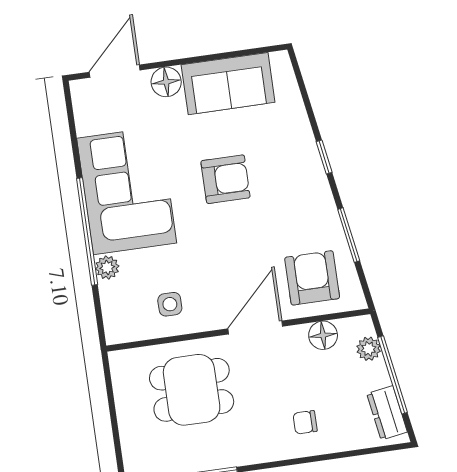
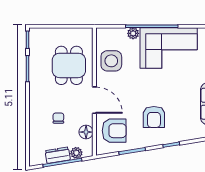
armchair: (225, 179) -> (154, 117), moved
side table: (170, 304) -> (111, 61), width x1.87, depth x1.87
dresser: (387, 413) -> (58, 155), moved
chair: (305, 422) -> (58, 118), moved

